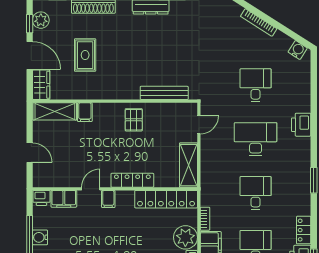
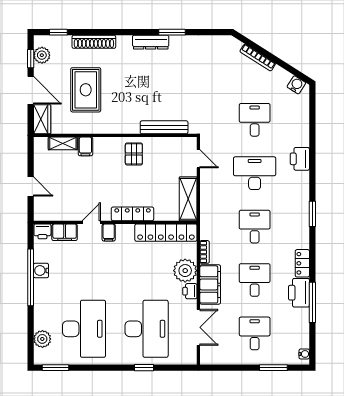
rug: (85, 55) -> (86, 90), width x1.36, depth x1.43
shelving: (55, 111) -> (63, 143), width x0.67, depth x0.75
door: (199, 125) -> (198, 159), hinge flipped

